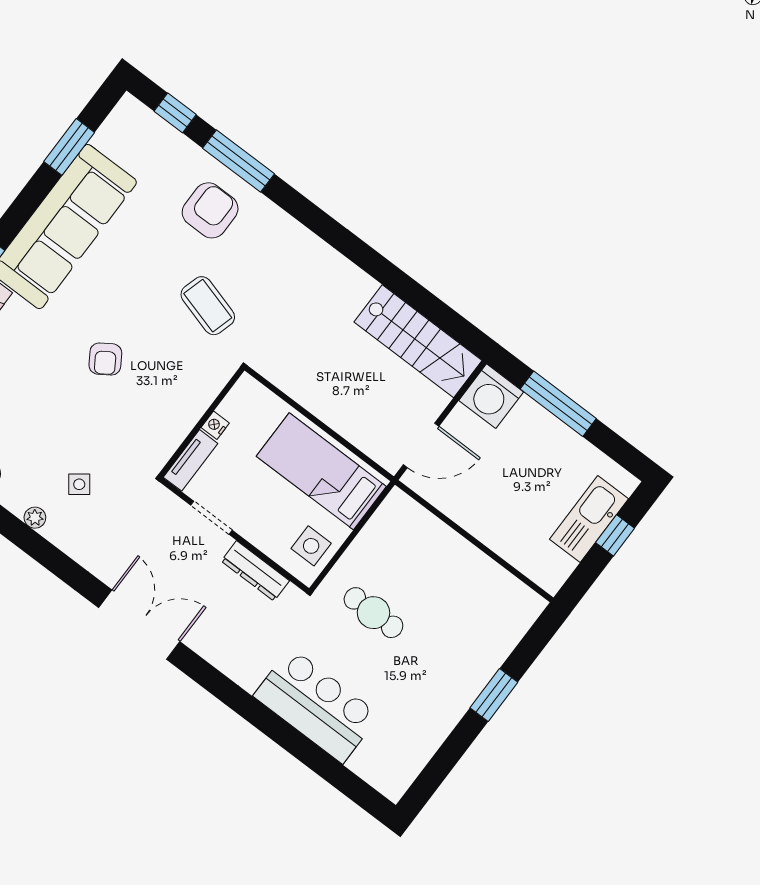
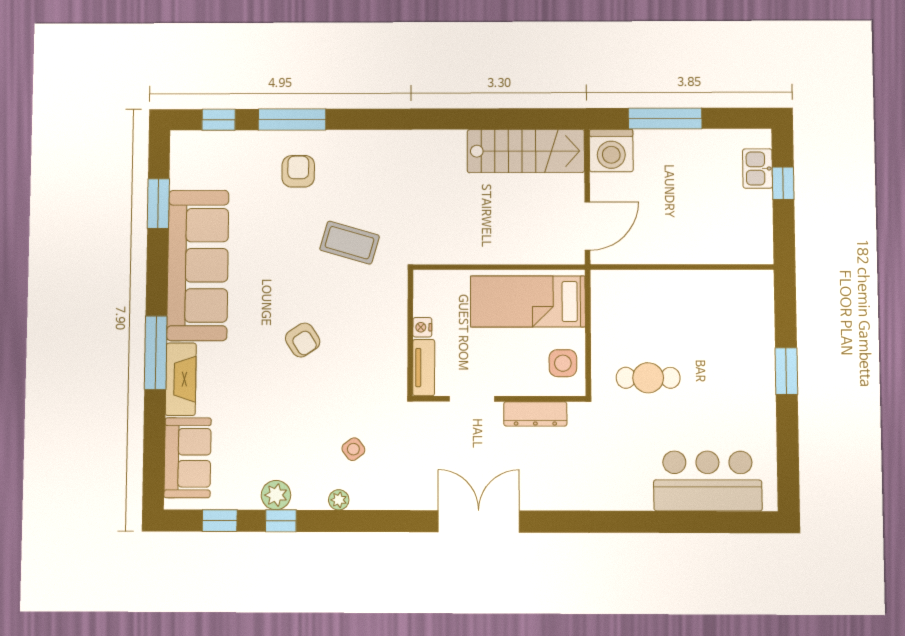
armchair: (210, 210) -> (298, 171), width x0.72, depth x0.72
kitchen sink: (589, 519) -> (758, 169), width x0.53, depth x0.81
bar counter: (316, 705) -> (708, 481), moved

